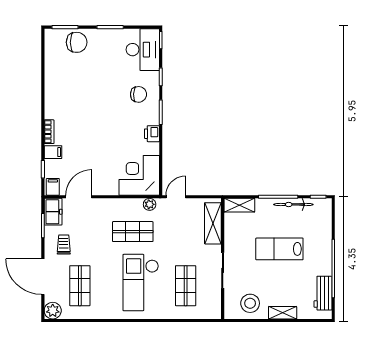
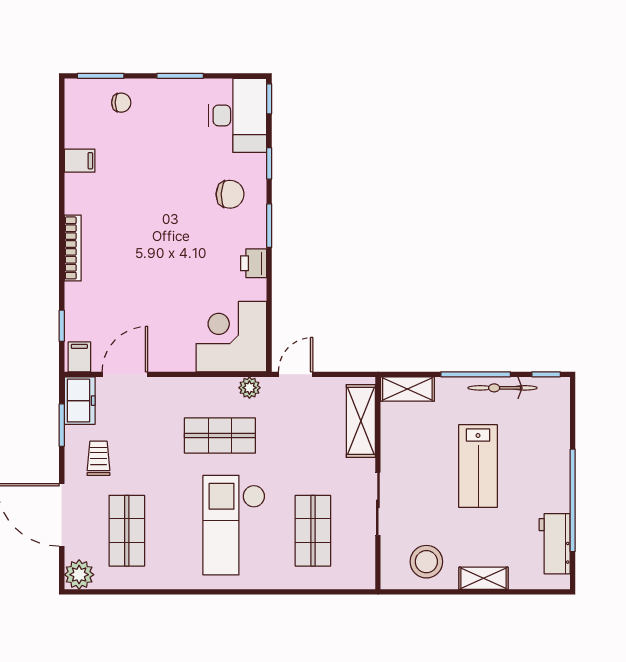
chair: (77, 42) -> (121, 103), width x0.54, depth x0.54
bookcase: (49, 132) -> (73, 248), width x1.56
filing cabinet: (53, 152) -> (80, 161), moved
lab bench: (279, 249) -> (478, 466), turned -90

